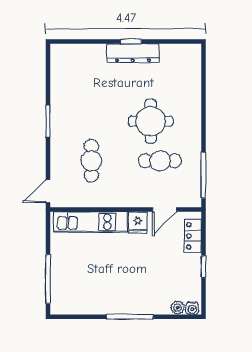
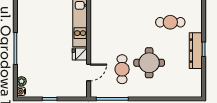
cafe table: (91, 161) -> (170, 22), moved
door: (165, 209) -> (89, 72), swing flipped
locker: (193, 236) -> (71, 92), removed

